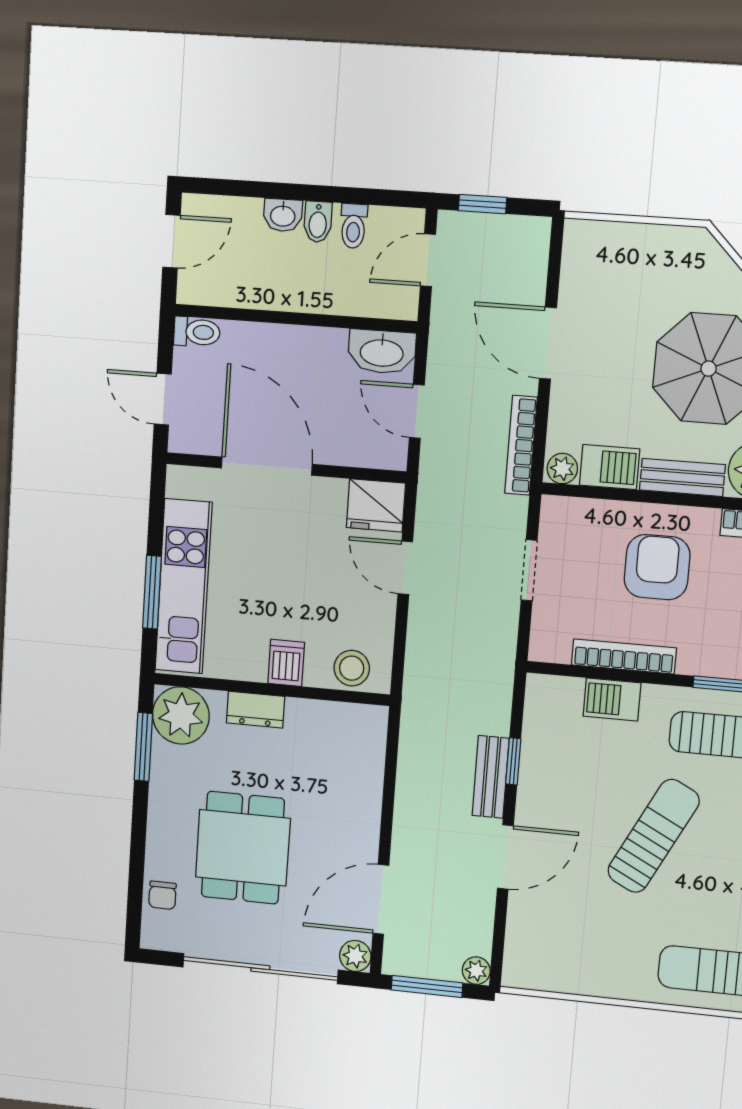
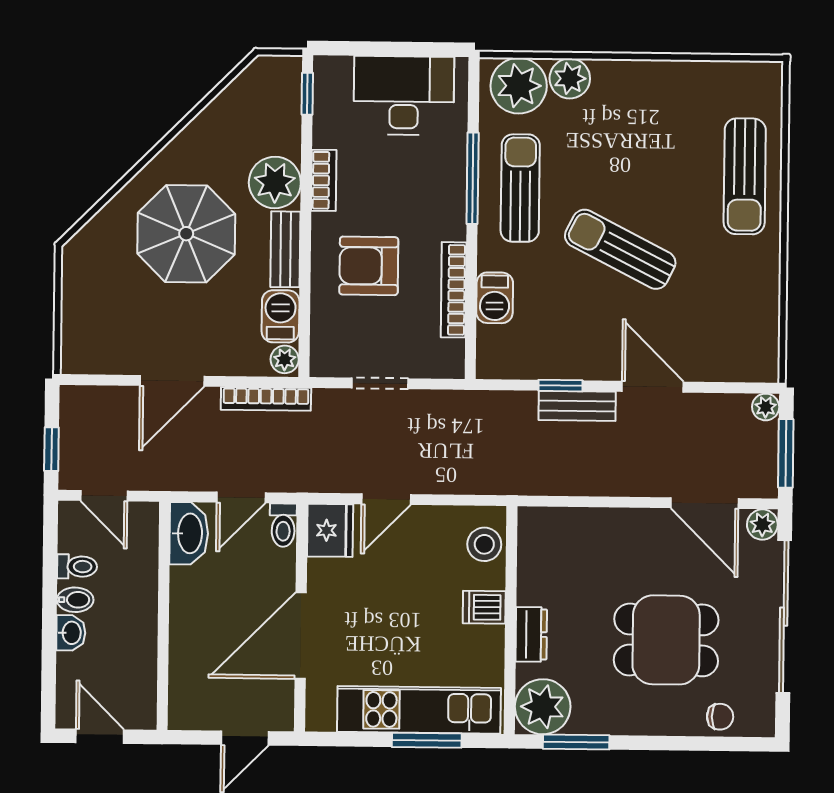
toilet: (197, 332) -> (283, 525), moved, turned 180

